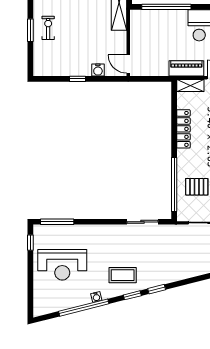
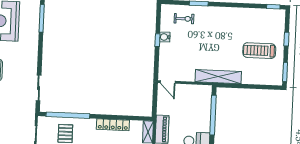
exercise bike: (48, 28) -> (184, 19), moved
door: (128, 64) -> (168, 82), swing flipped
water cooler: (98, 70) -> (165, 37), moved

